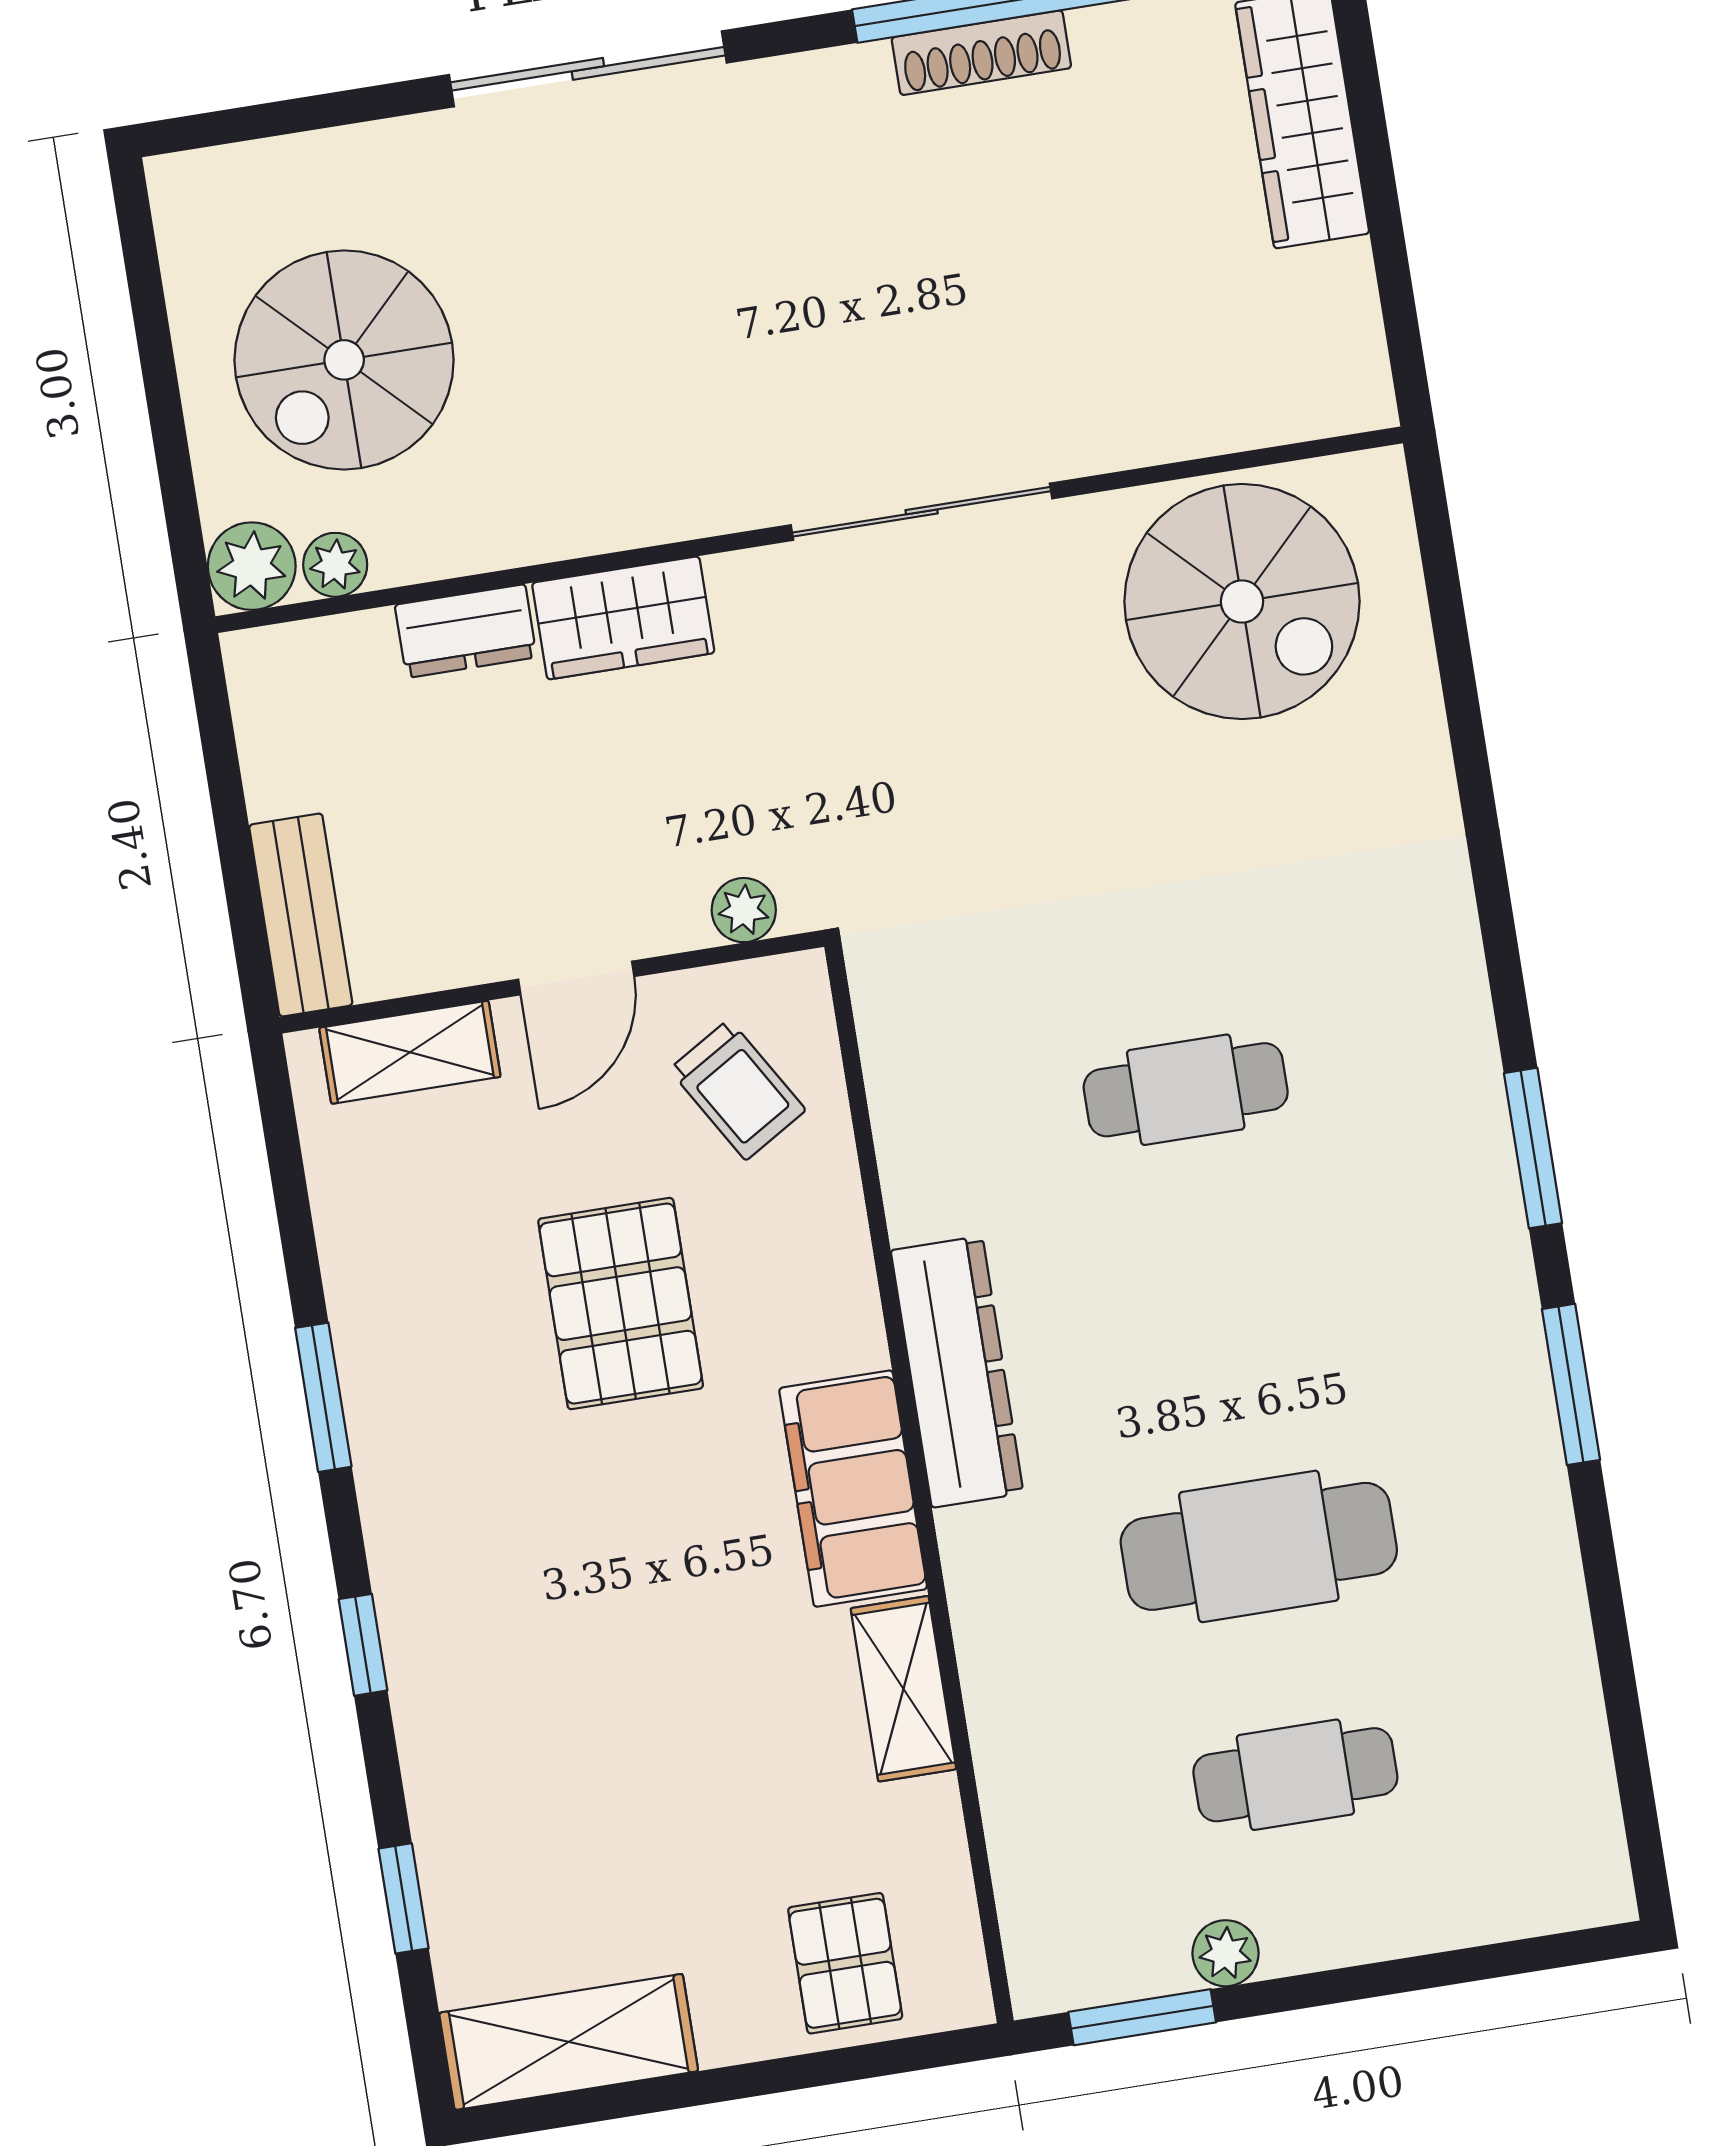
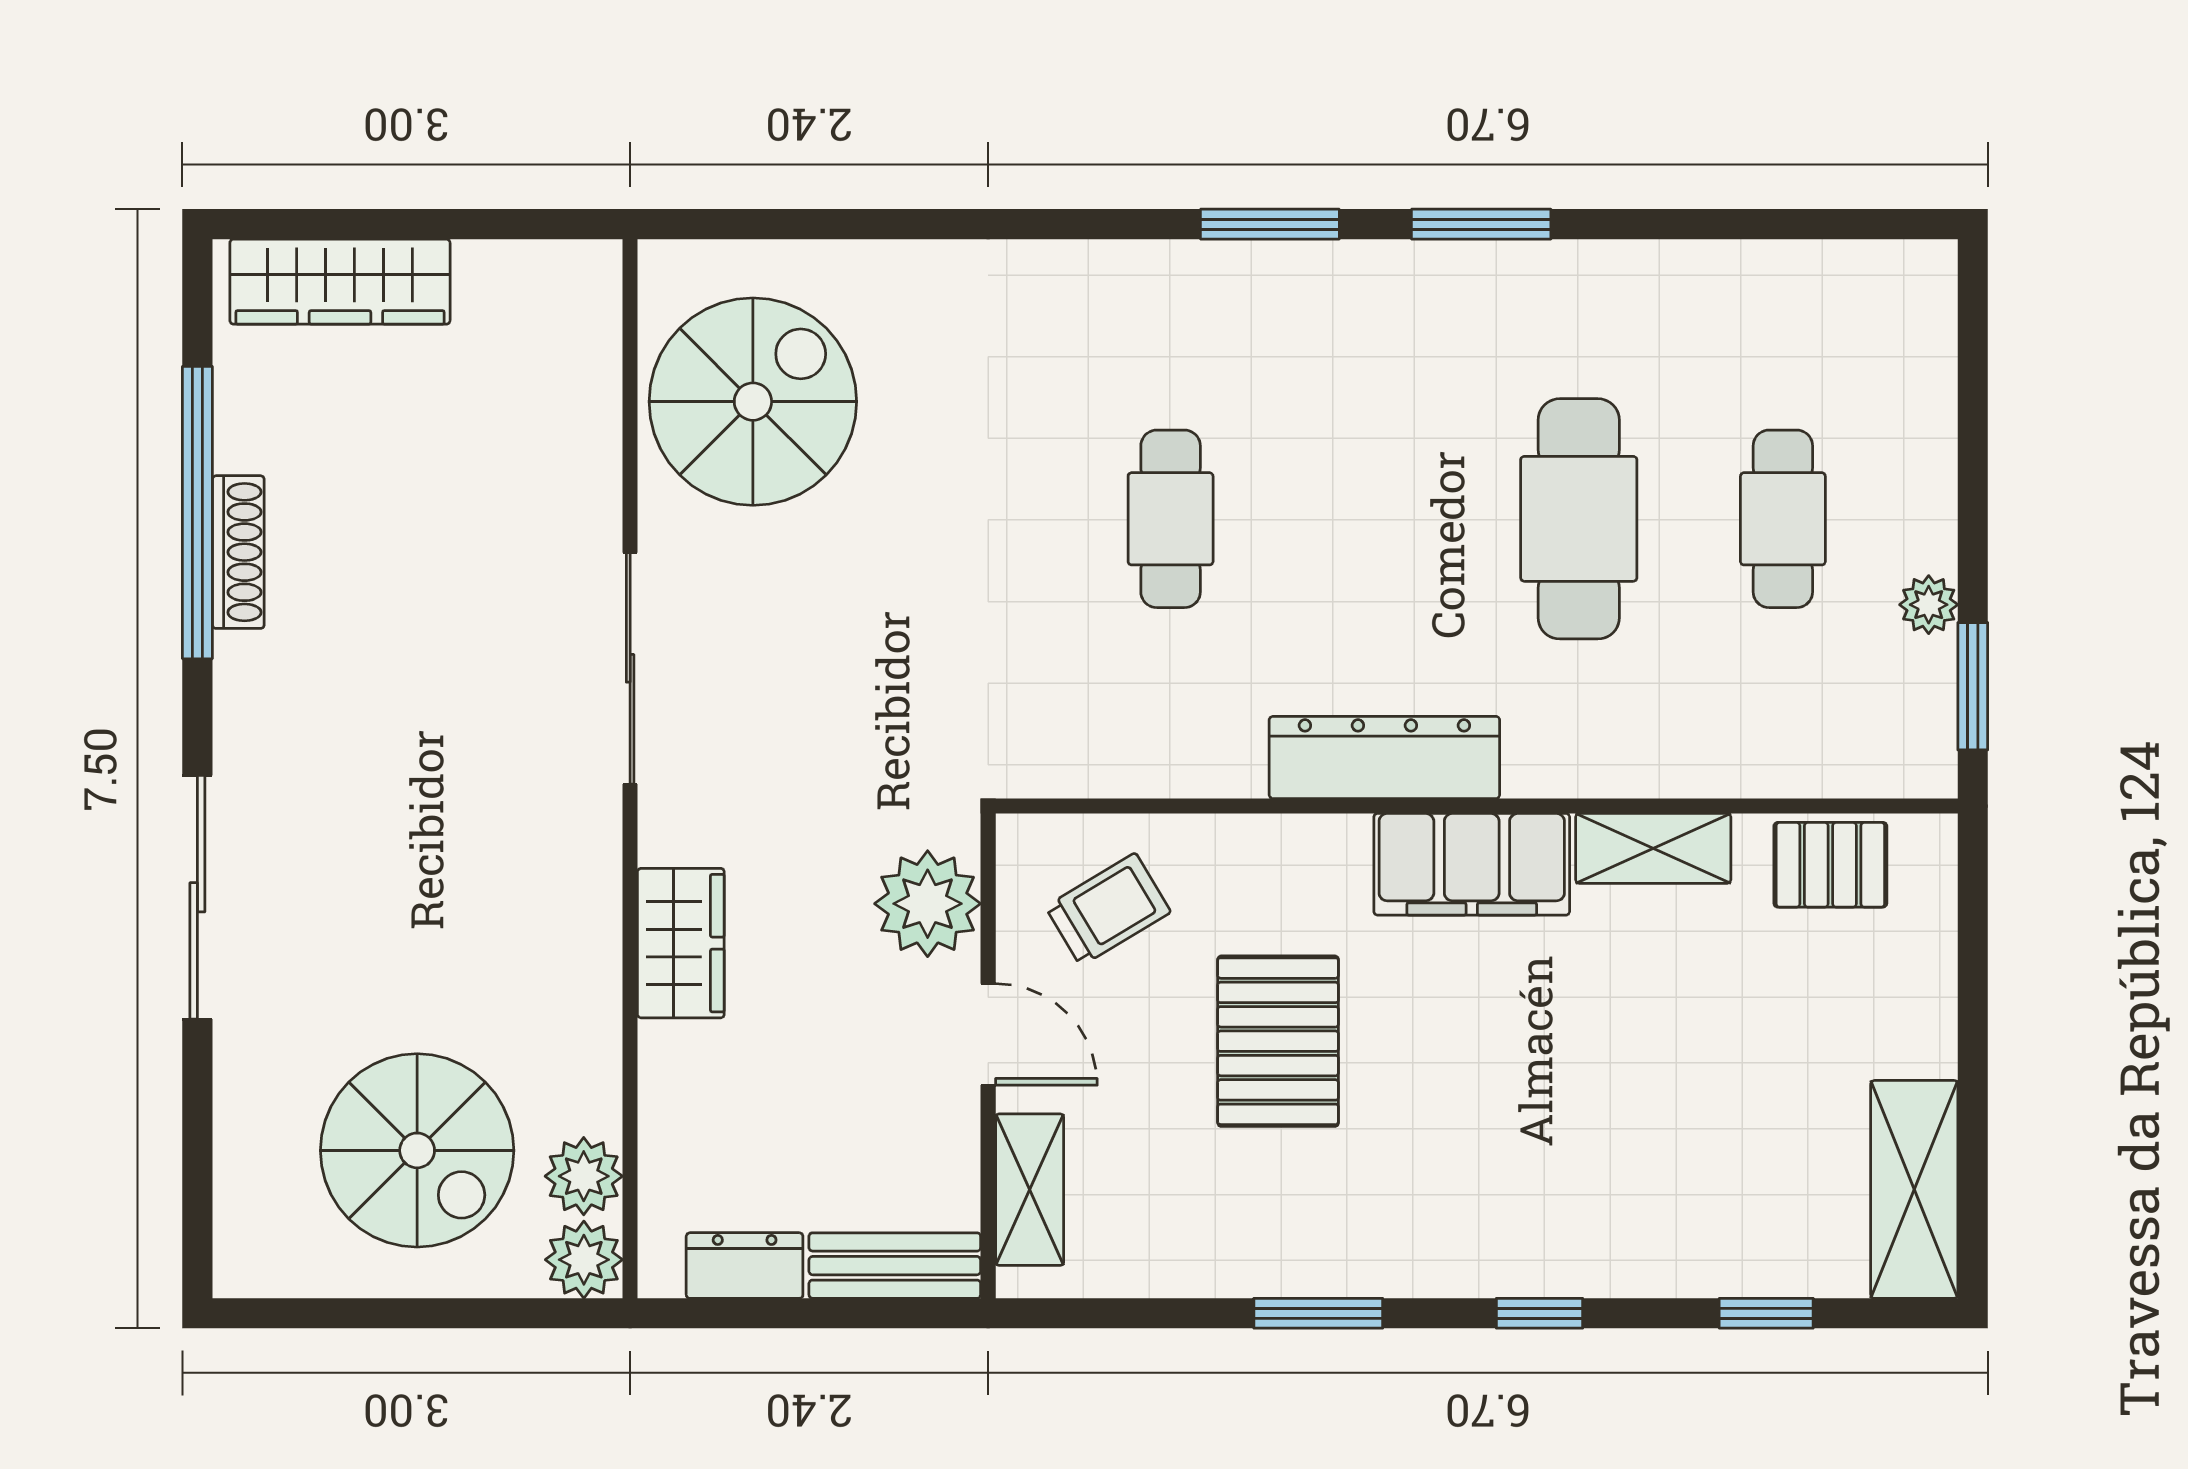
plant: (335, 565) -> (584, 1176), width x1.38, depth x1.38
dresser: (466, 631) -> (745, 1266), moved, turned -90
plant: (744, 910) -> (928, 904), width x1.88, depth x1.88
pallet: (621, 1304) -> (1278, 1041), turned 90
pallet: (845, 1963) -> (1830, 865), moved

